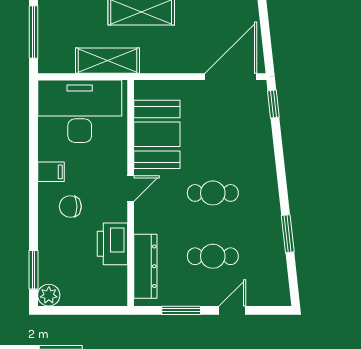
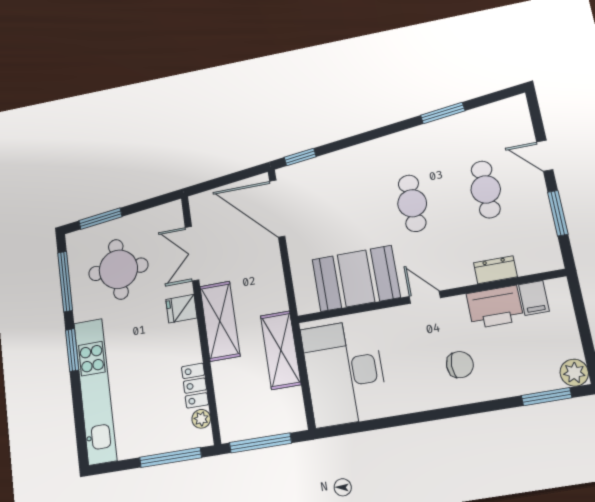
filing cabinet: (51, 172) -> (534, 298), moved, turned 180
chair: (70, 206) -> (460, 365), turned -90
dresser: (145, 266) -> (495, 270), width x0.51, depth x0.80

